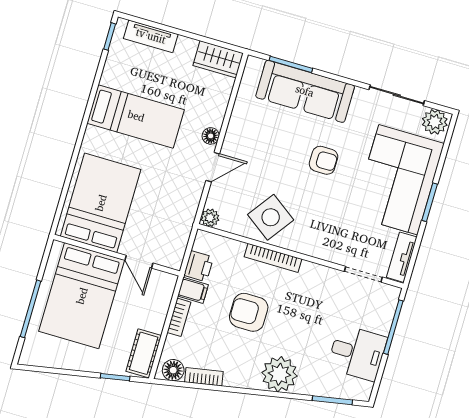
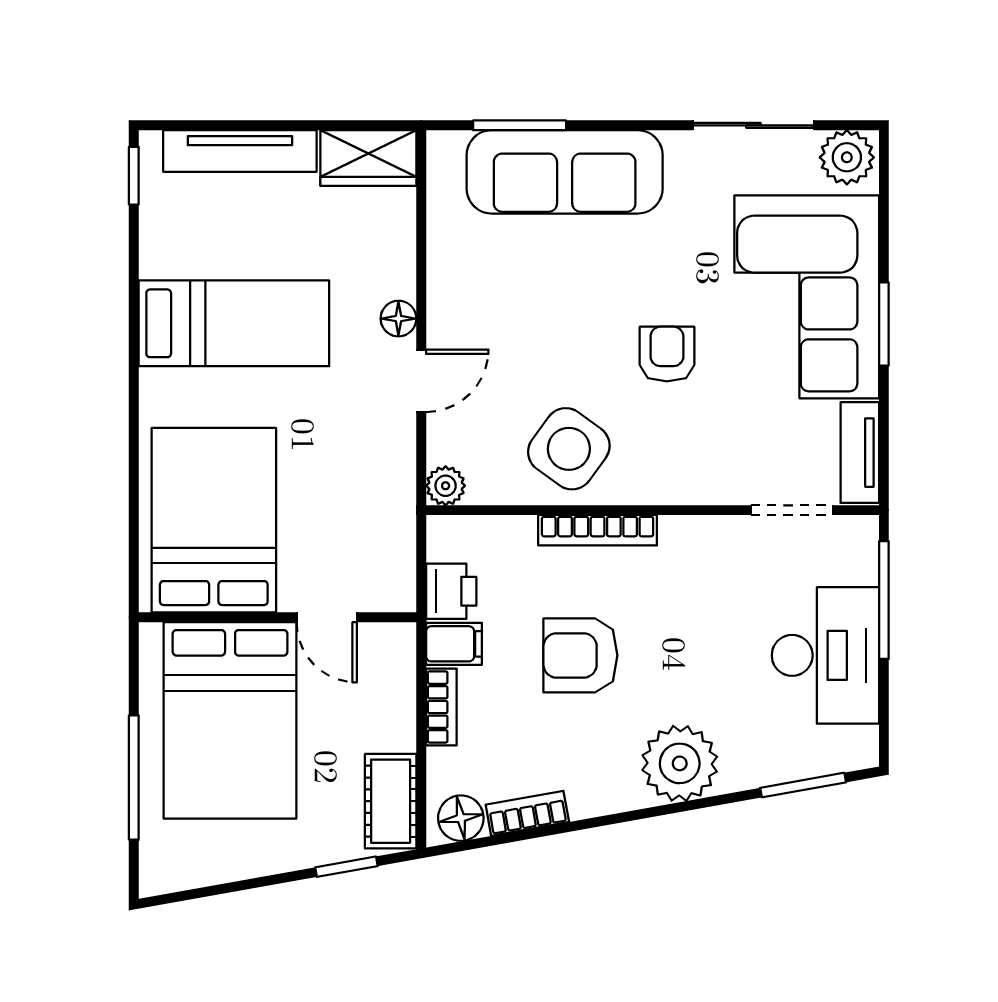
tv unit: (151, 36) -> (240, 151), width x1.41
armchair: (324, 160) -> (667, 354), moved, turned -90
desk: (357, 353) -> (825, 655), width x1.37

